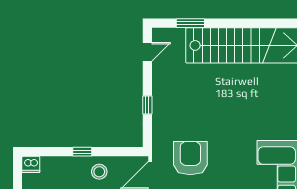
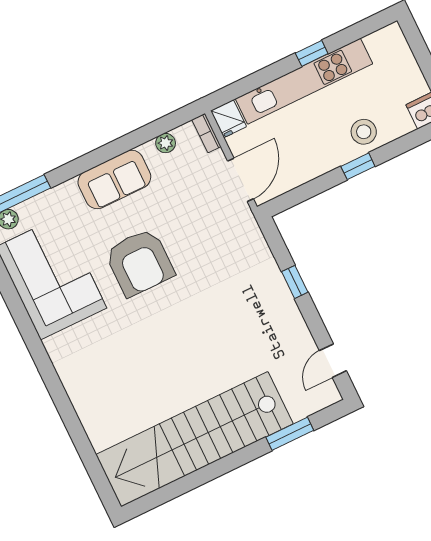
armchair: (190, 158) -> (140, 262), moved
stool: (99, 172) -> (364, 132), moved

